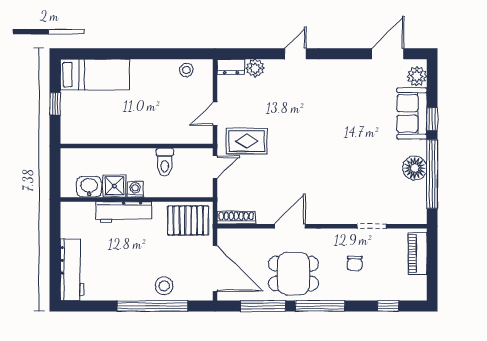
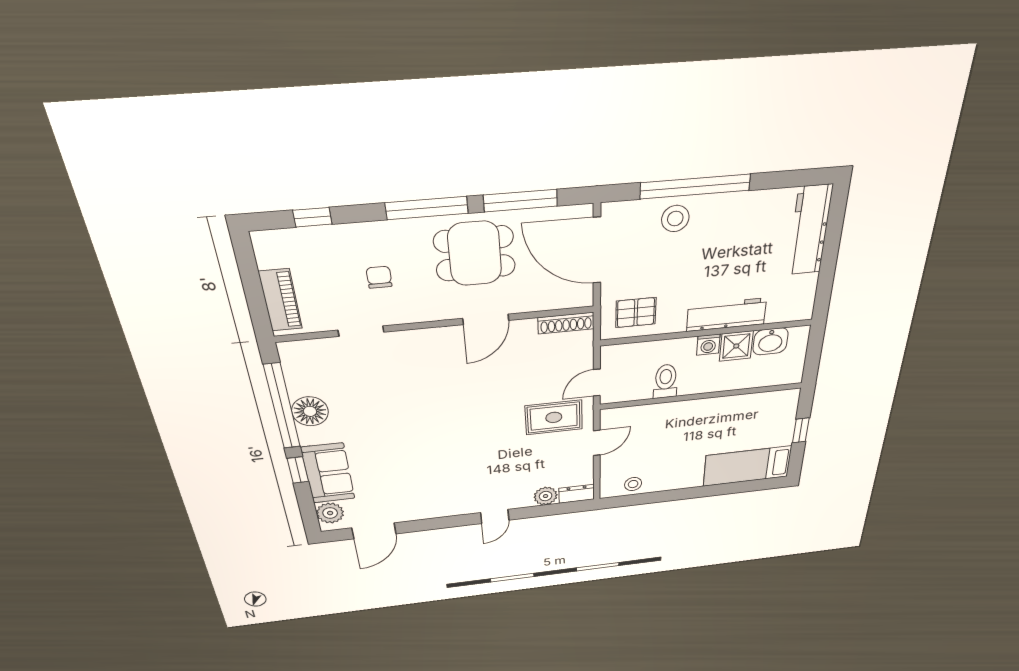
pallet: (188, 221) -> (636, 313), width x0.67, depth x0.71

